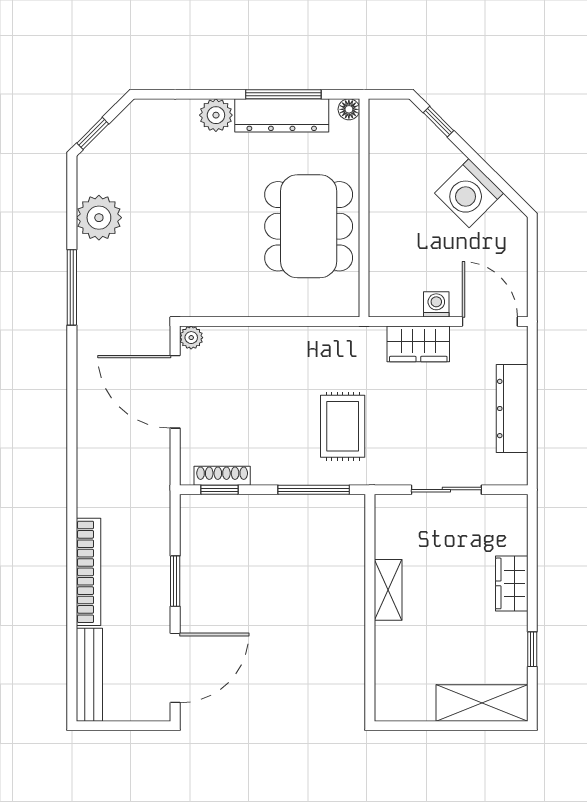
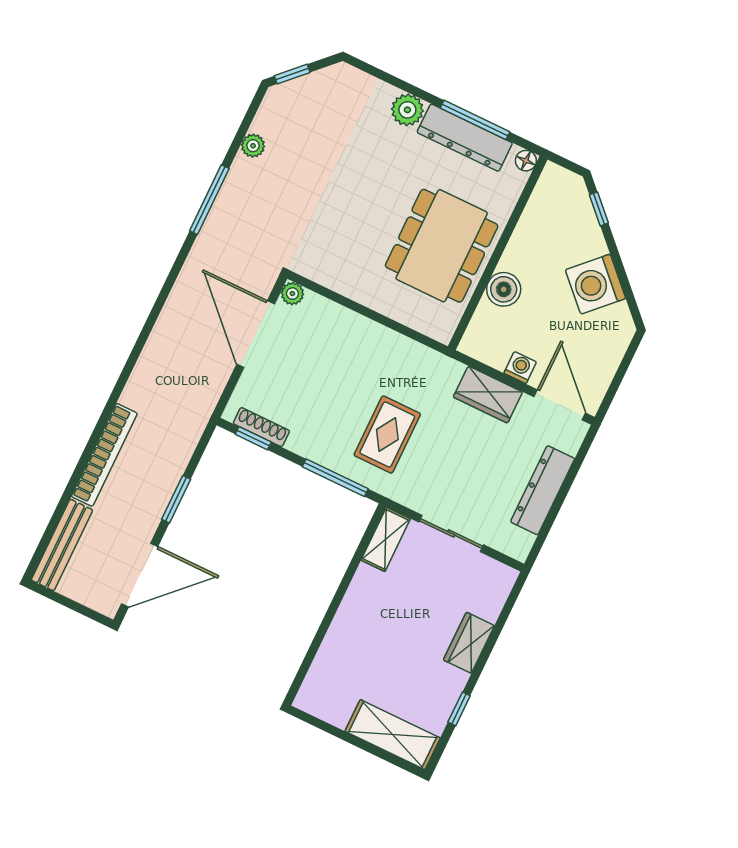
plant: (99, 218) -> (253, 146), width x0.53, depth x0.53
boiler: (386, 239) -> (504, 289), added
shelving: (388, 590) -> (386, 539), moved

